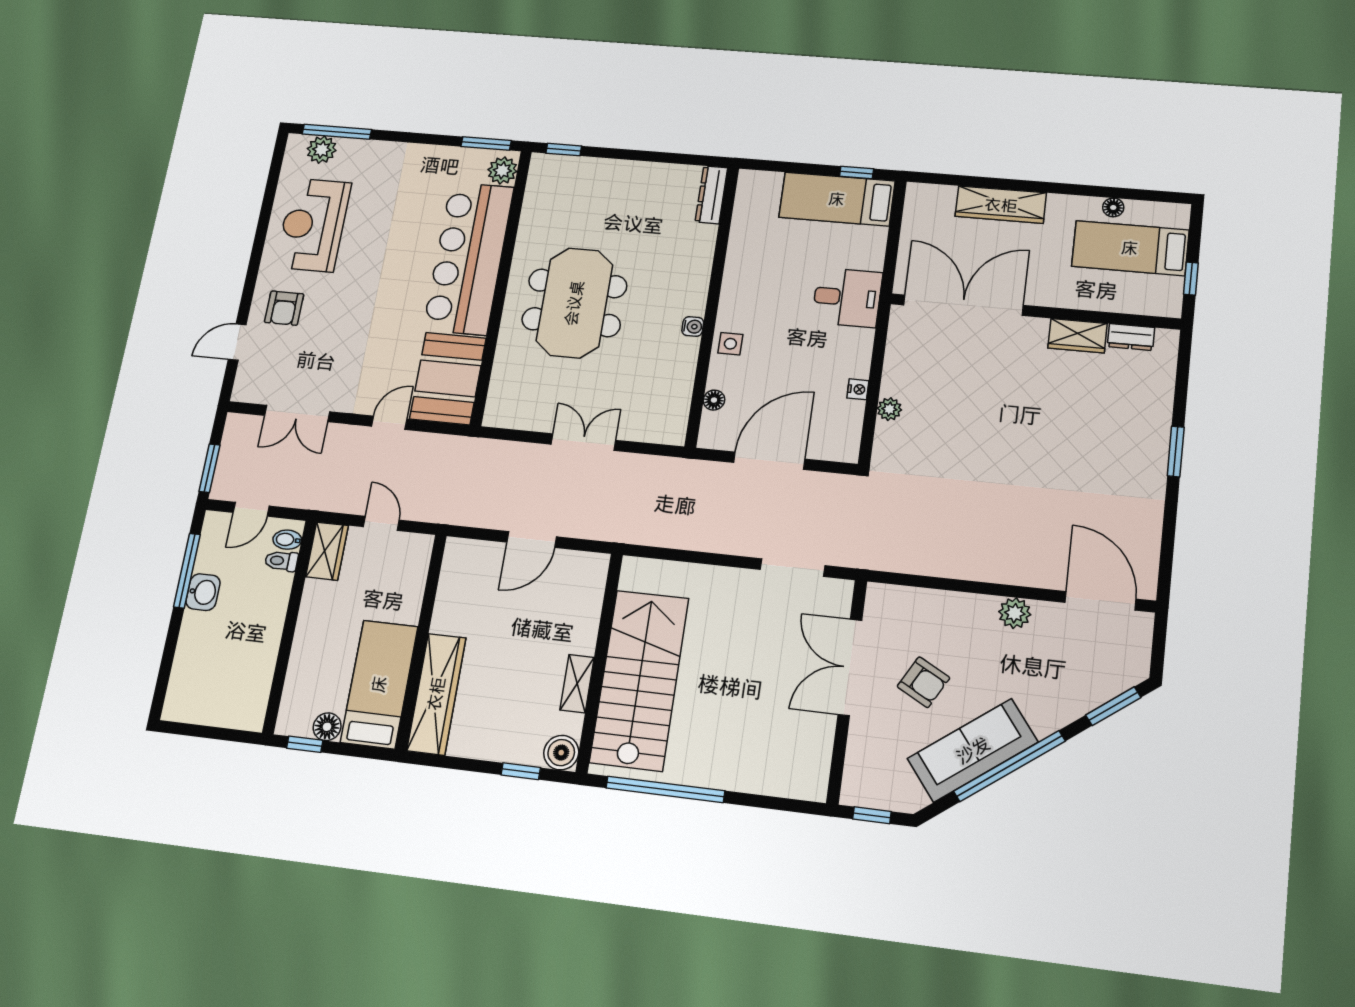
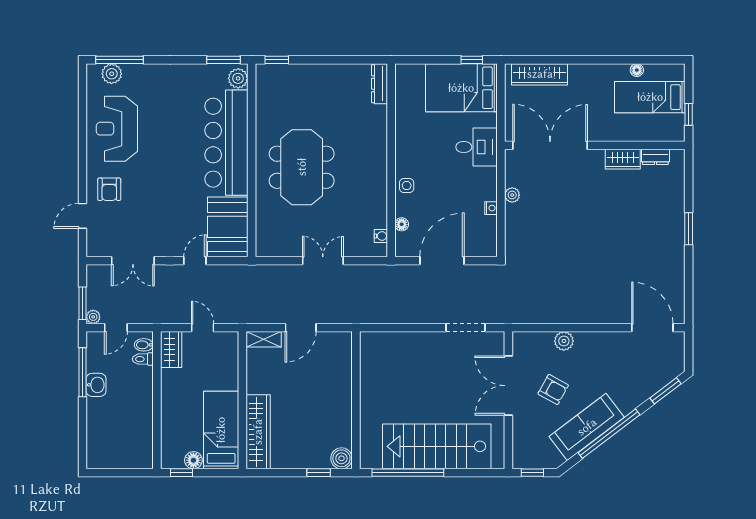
bed: (837, 199) -> (461, 88), width x1.50
wardrobe: (1001, 205) -> (540, 74), moved
water cooler: (693, 327) -> (381, 236), moved
plant: (889, 409) -> (512, 195), moved
plant: (221, 490) -> (93, 317), added
plant: (1015, 613) -> (564, 341), moved
stairs: (639, 680) -> (437, 446), moved, turned -90
shelving: (577, 684) -> (264, 339), moved, turned 90

